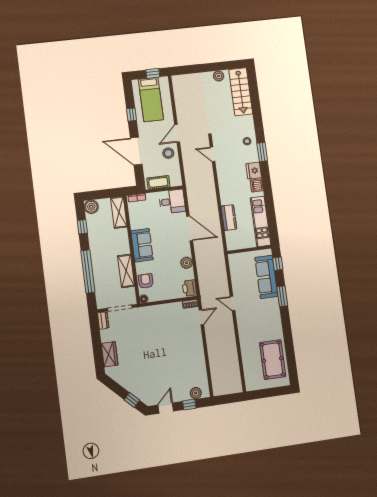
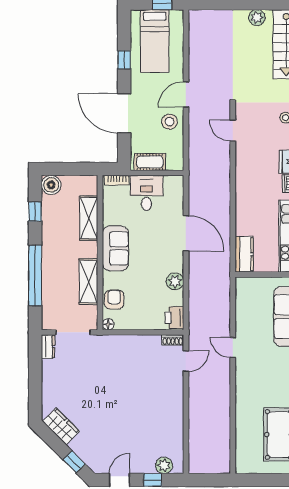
desk: (172, 201) -> (146, 193), moved, turned -90
shelving: (119, 212) -> (89, 218), moved
kitchen counter: (229, 218) -> (244, 254), moved
wardrobe: (110, 354) -> (61, 426), moved, turned -45

